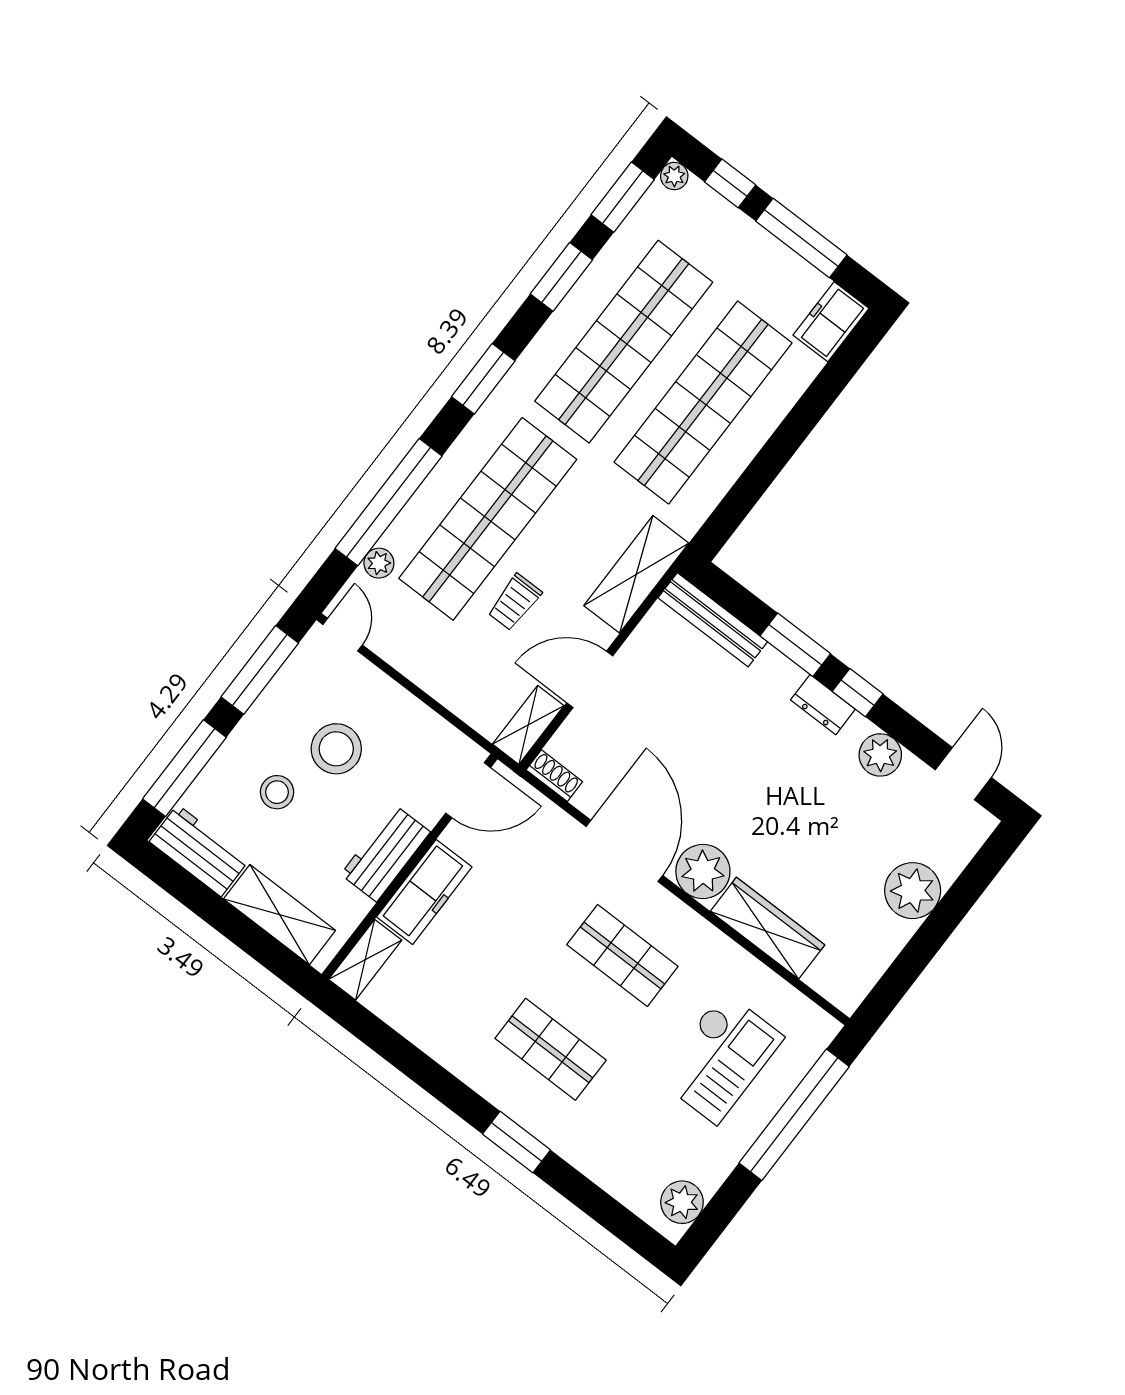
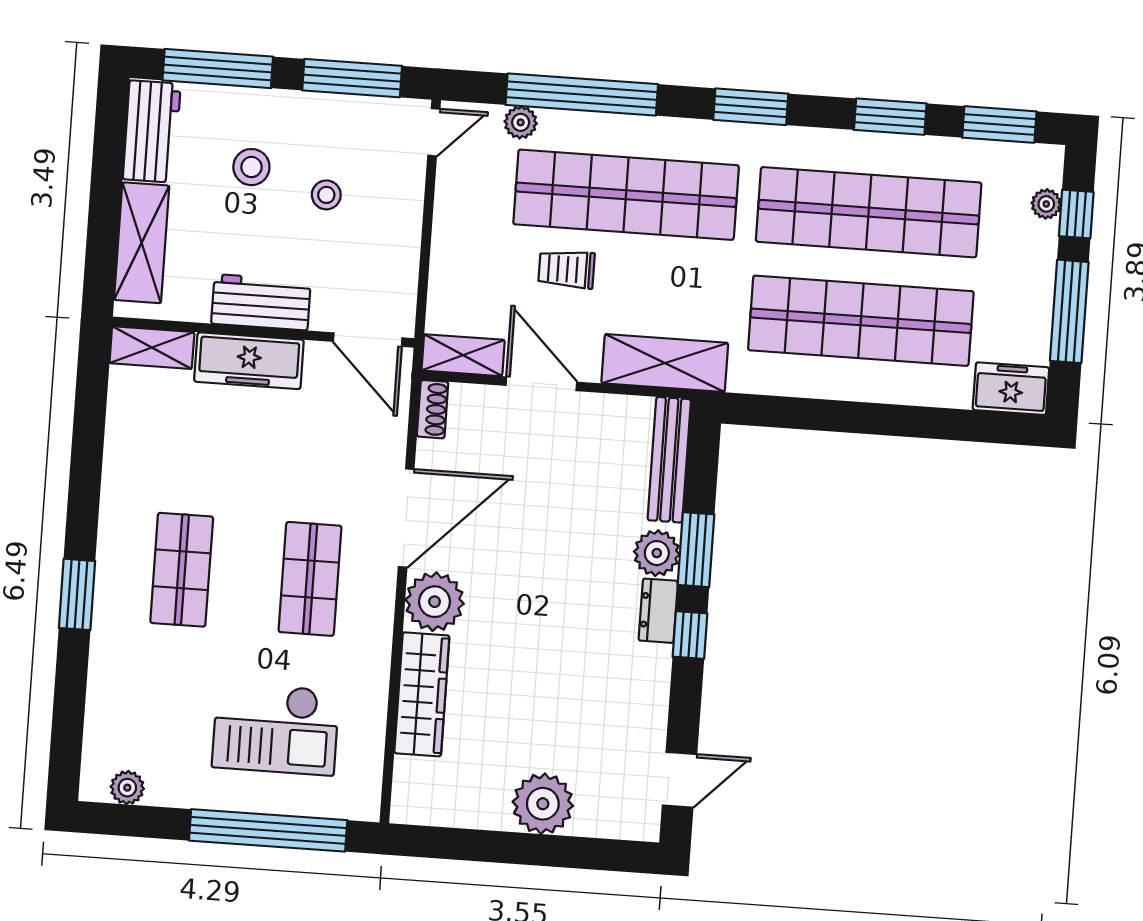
plant: (674, 176) -> (1046, 204), moved
stool: (336, 749) -> (326, 195), width x0.53, depth x0.53
plant: (880, 755) -> (657, 553), moved
plant: (682, 1202) -> (127, 788), width x0.73, depth x0.73

